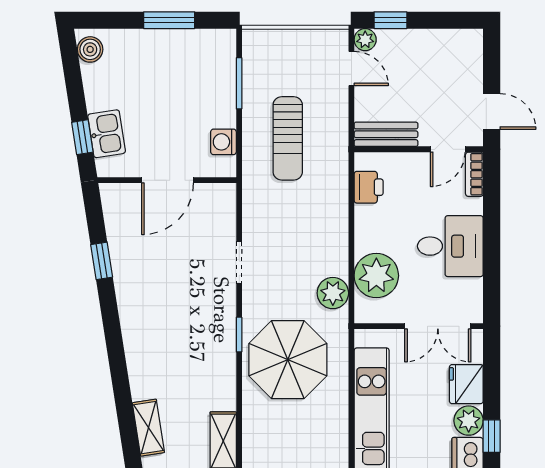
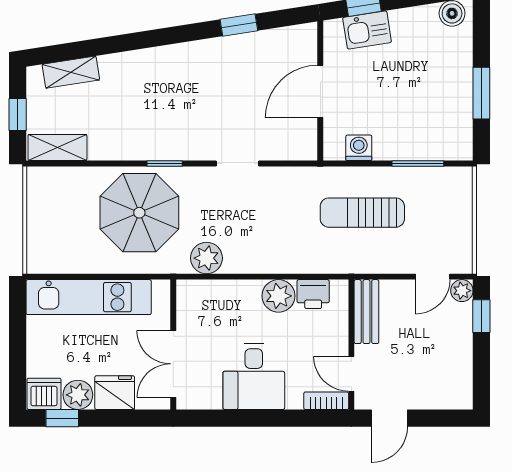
door: (168, 180) -> (320, 91), hinge flipped
plant: (376, 276) -> (278, 296), moved, width x0.73, depth x0.73

